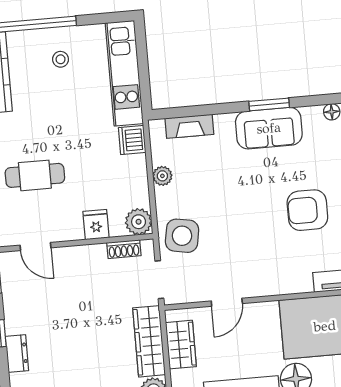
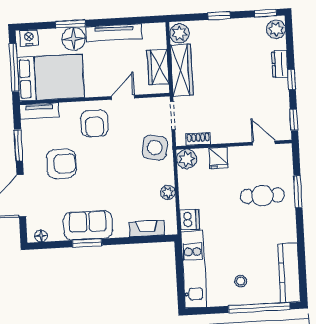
armchair: (264, 266) -> (95, 123), added

